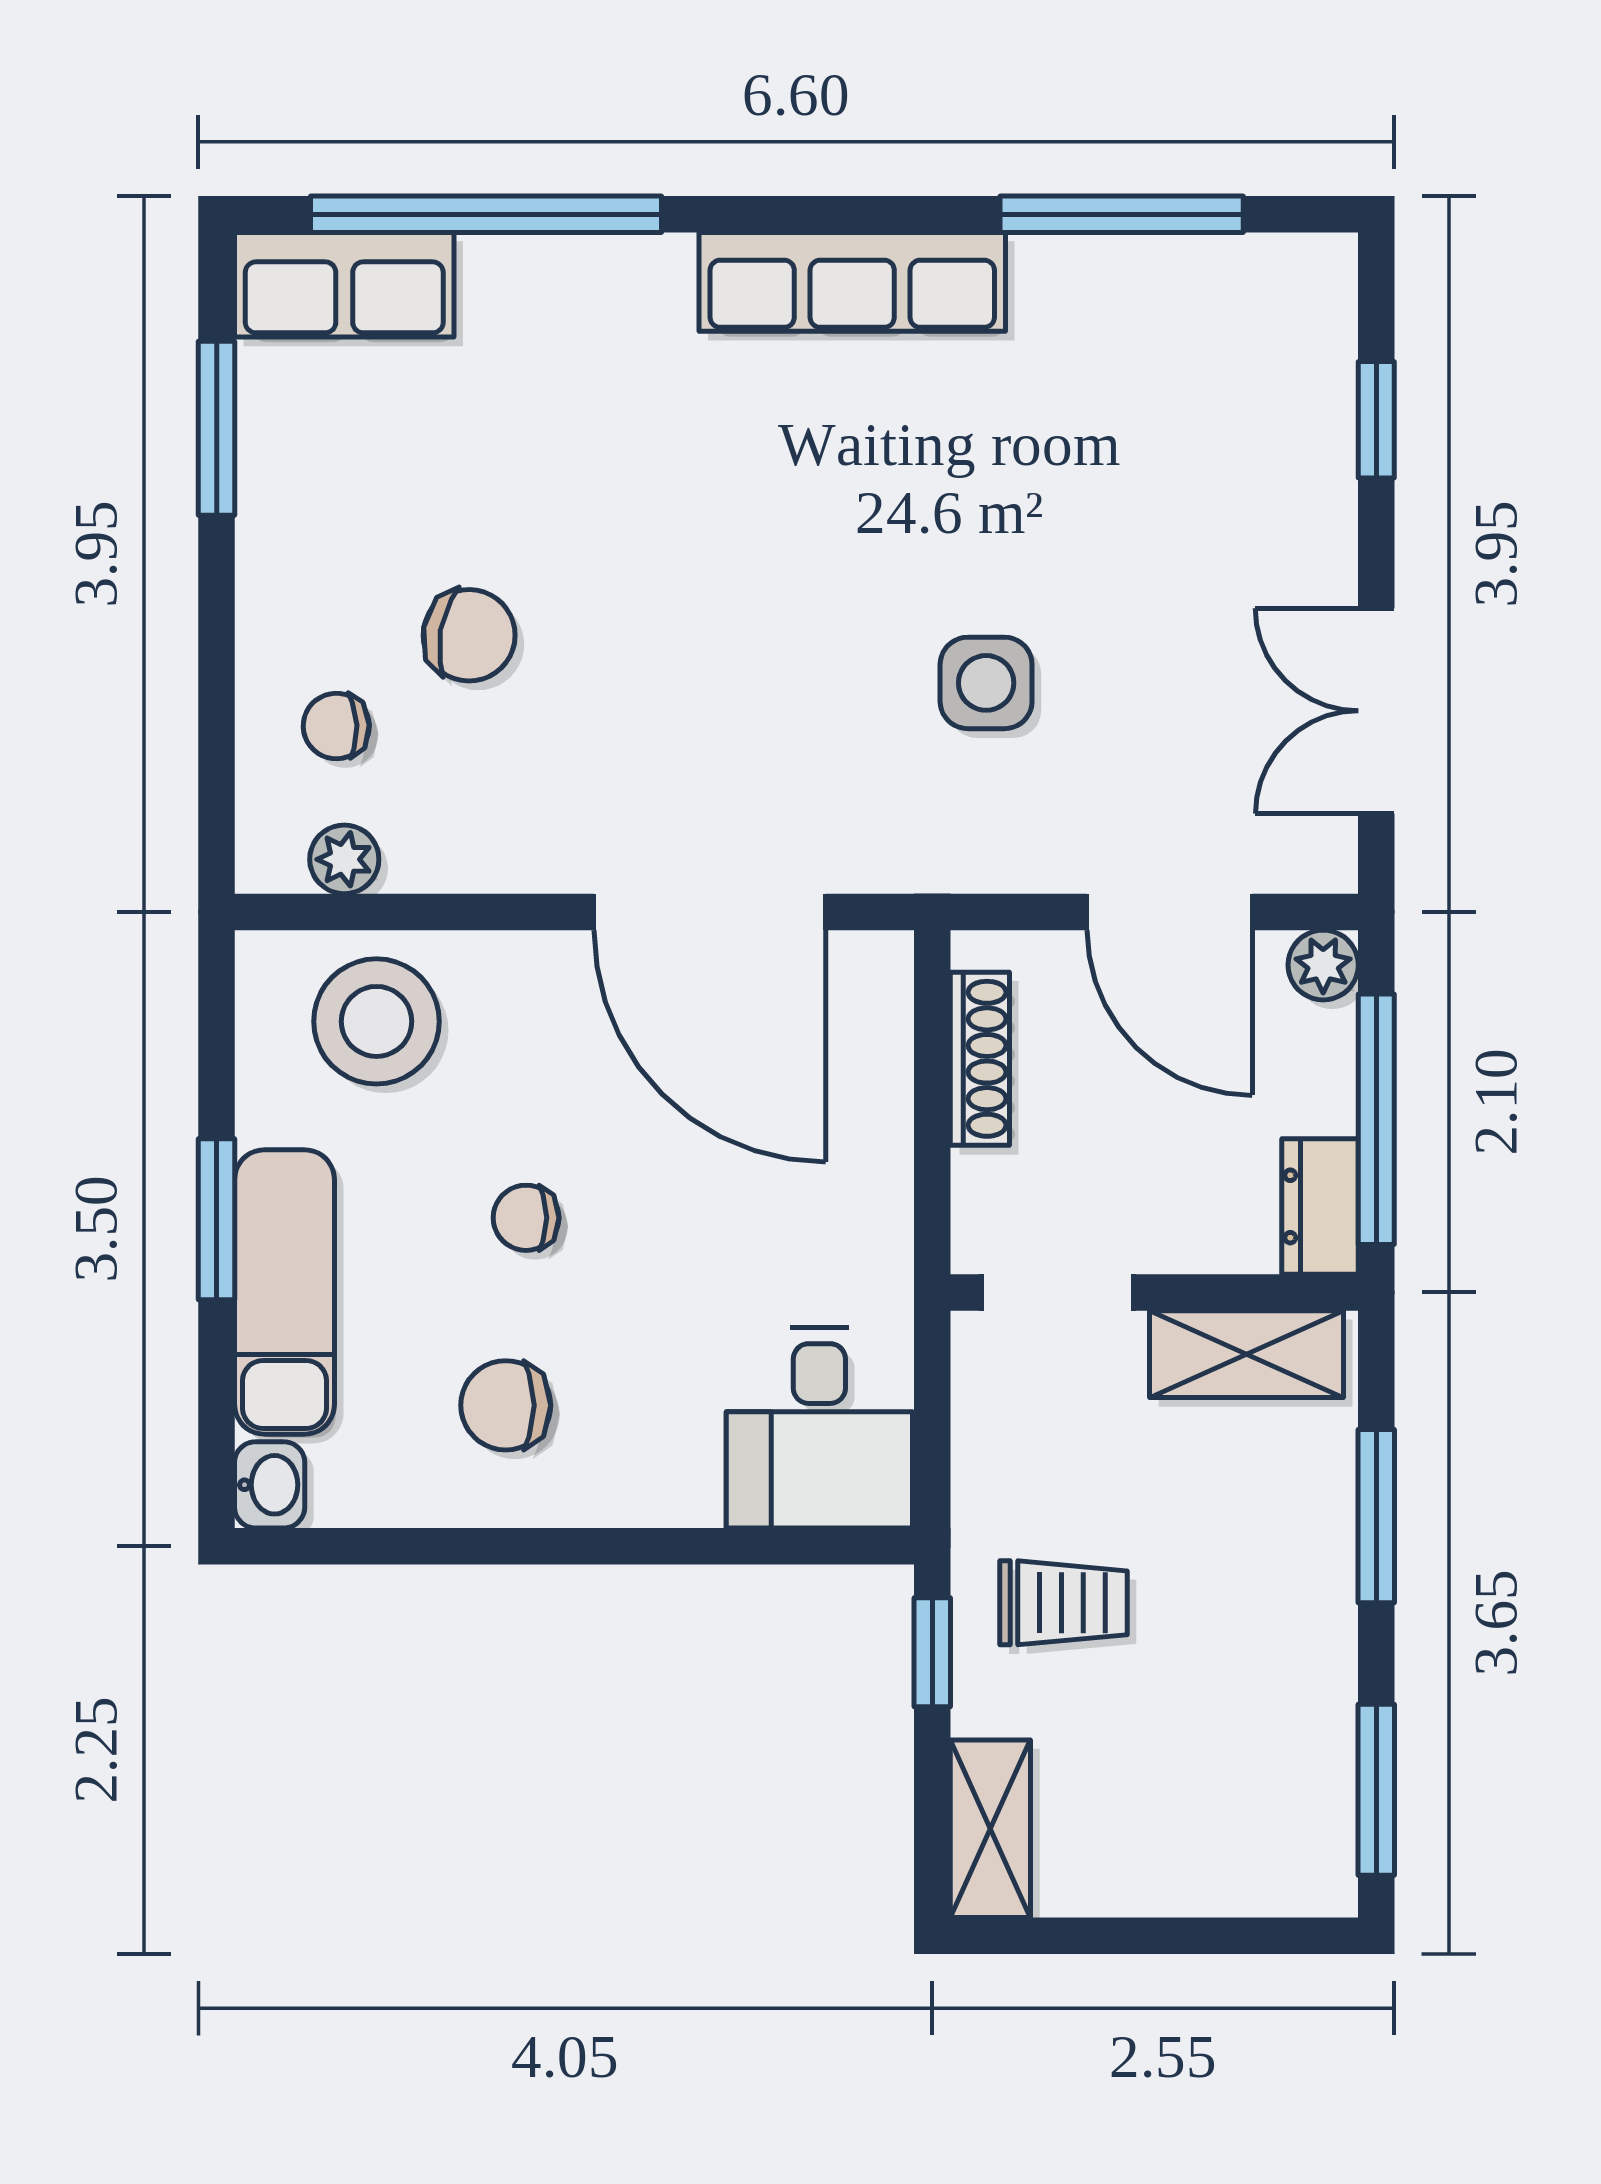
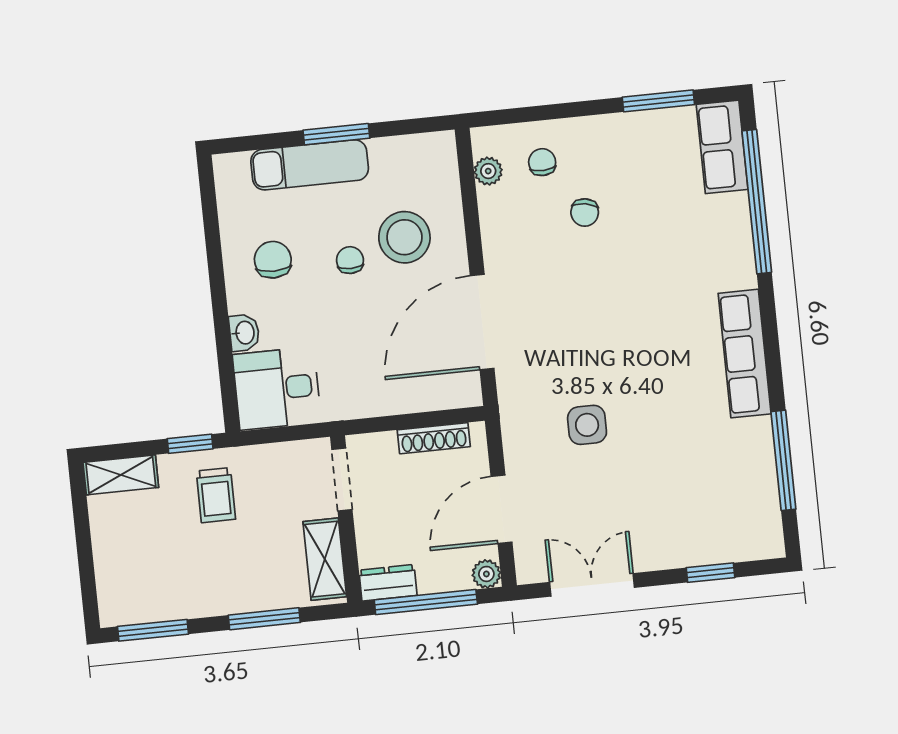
chair: (469, 635) -> (585, 212), width x0.73, depth x0.73
stool: (376, 1021) -> (404, 237), moved
washbasin: (270, 1485) -> (244, 333), moved, turned -90

